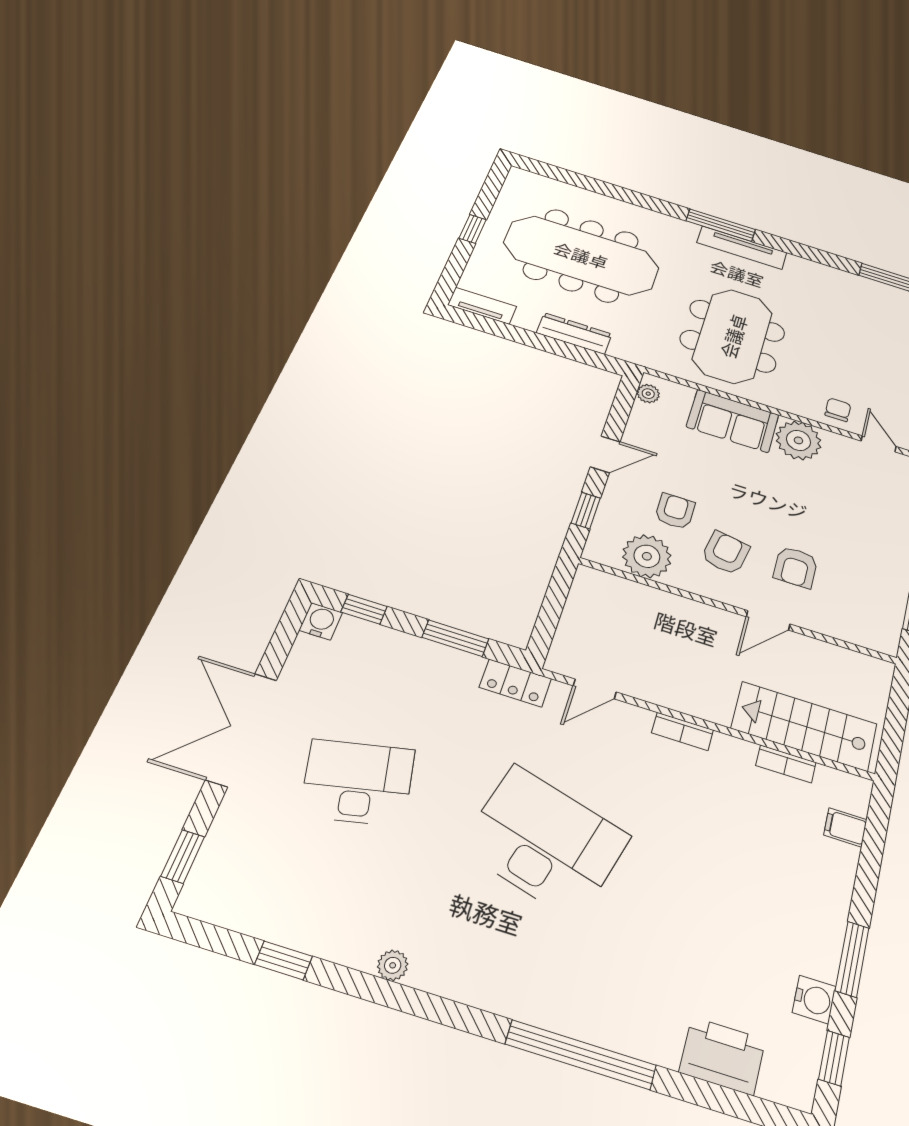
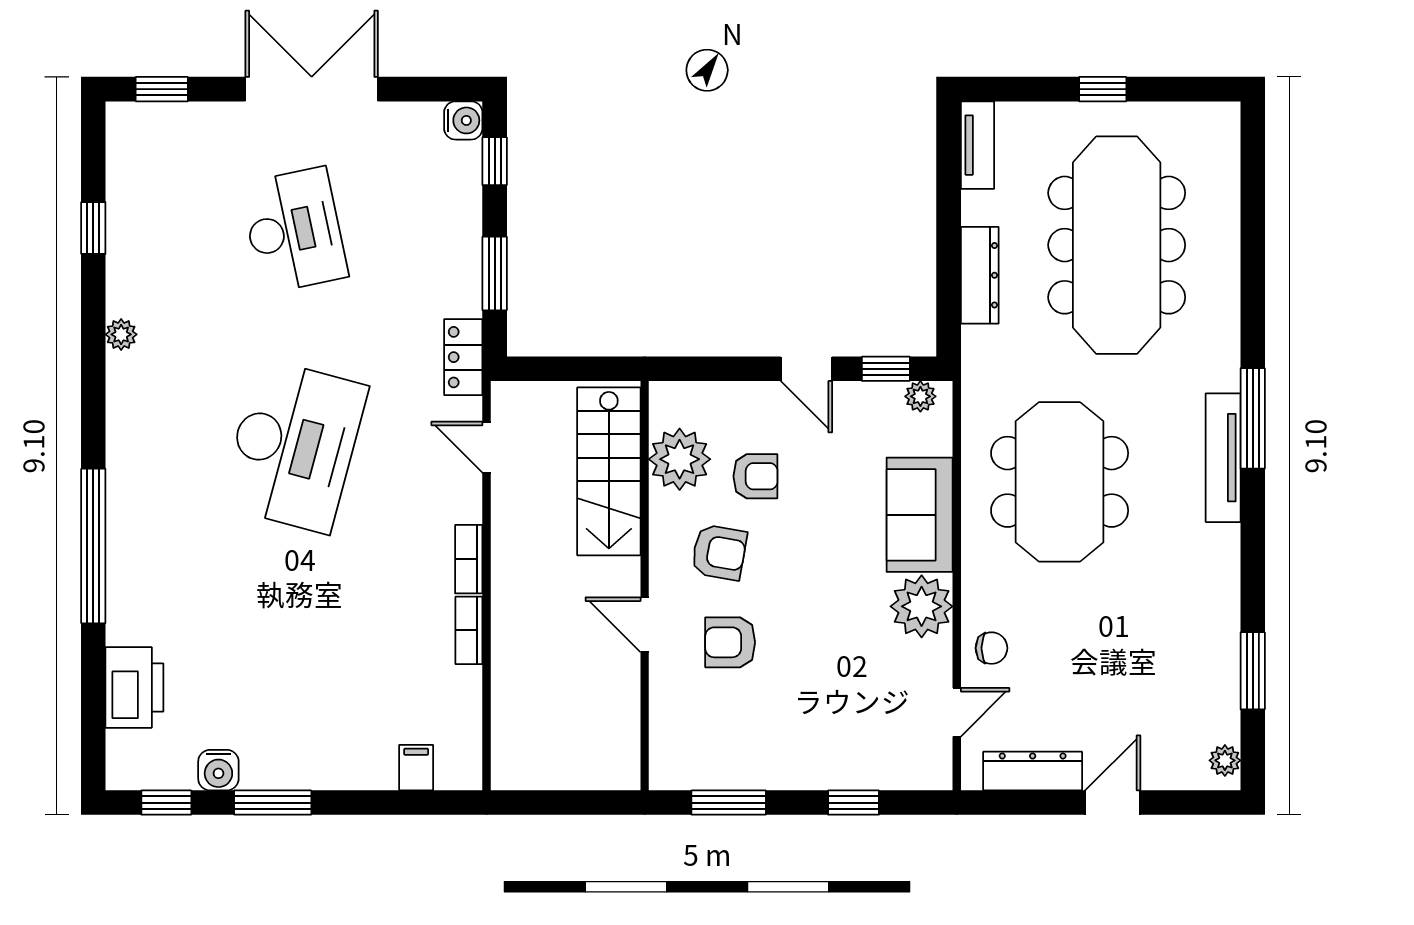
meeting table: (733, 336) -> (1060, 482), turned 90
window: (586, 510) -> (886, 369), moved
stairs: (804, 726) -> (609, 471), moved, turned 180
bookcase: (786, 764) -> (469, 630), moved

